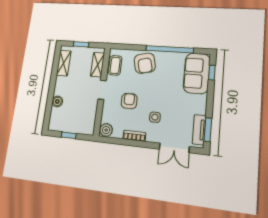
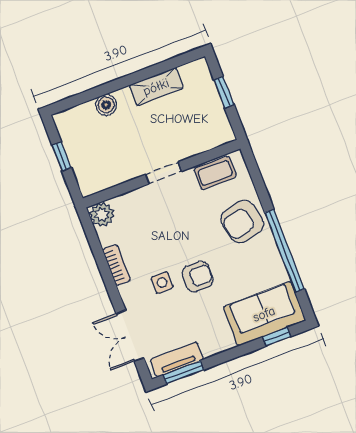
shelving: (64, 63) -> (156, 87), moved
shelving: (98, 65) -> (202, 142), removed
armchair: (129, 101) -> (198, 277), moved

